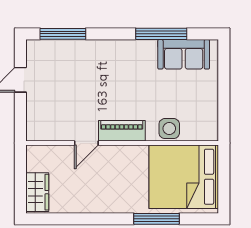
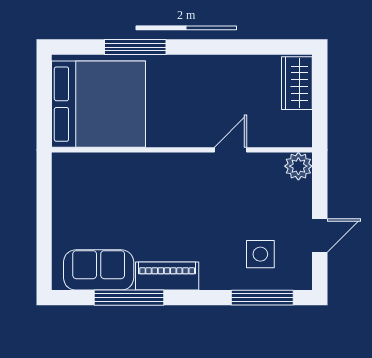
side table: (169, 129) -> (260, 254), moved
plant: (36, 131) -> (298, 166), added
piano: (122, 131) -> (167, 276), moved, turned 180

